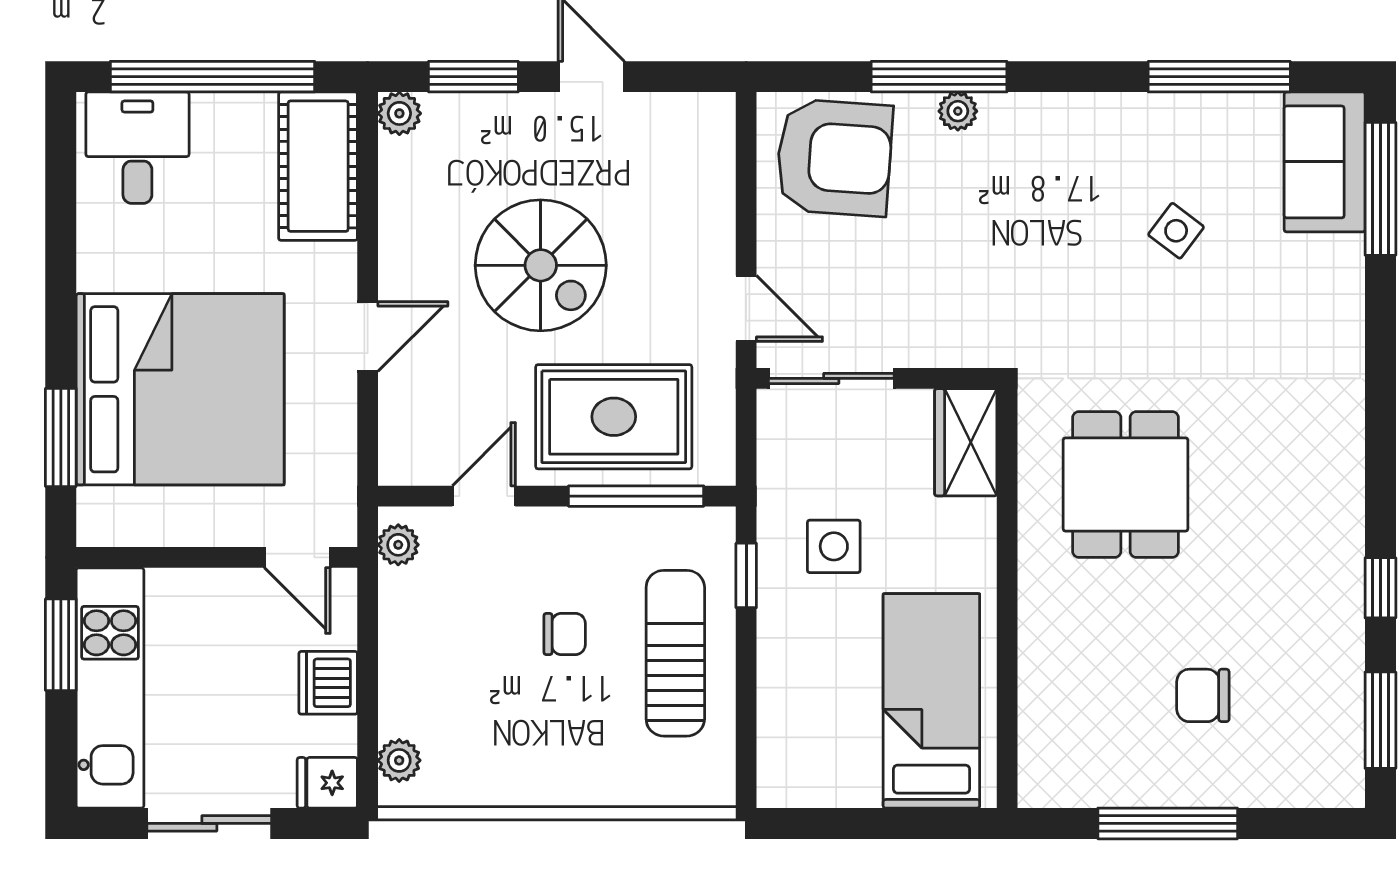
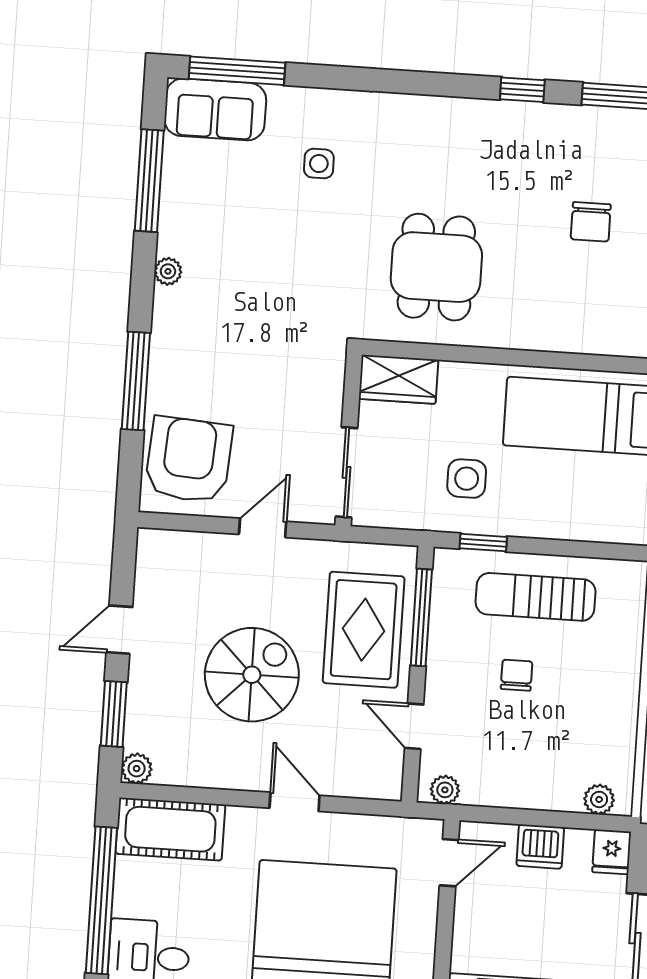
plant: (958, 111) -> (168, 271), moved
side table: (1176, 231) -> (319, 164), moved, turned -37
door: (746, 308) -> (263, 528), moved
dining table: (1126, 484) -> (436, 267), turned 90

